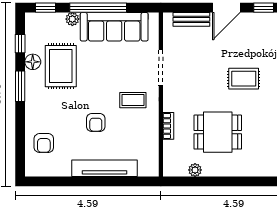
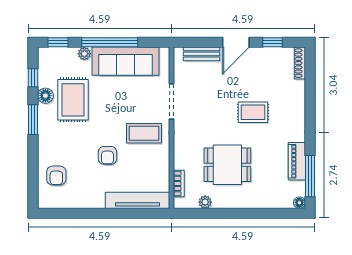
coffee table: (133, 100) -> (144, 133), width x1.36, depth x1.30
bookcase: (168, 126) -> (179, 183), moved
tv unit: (104, 168) -> (138, 200), moved

